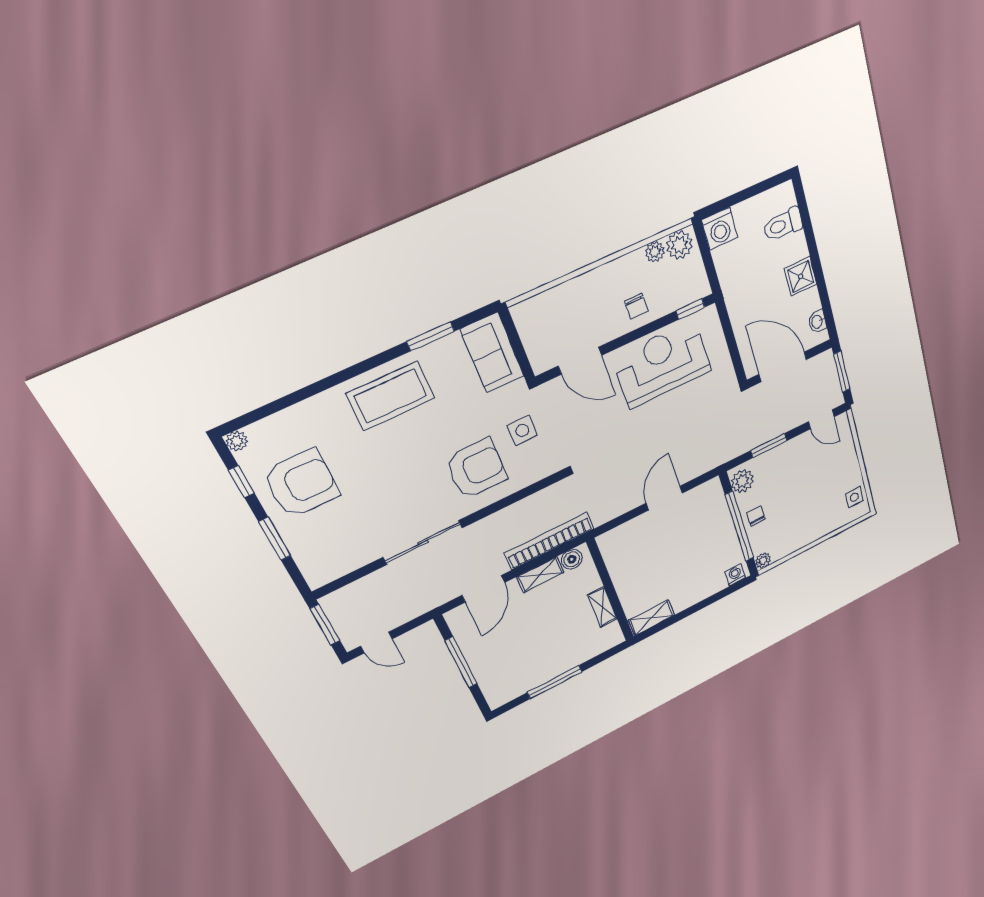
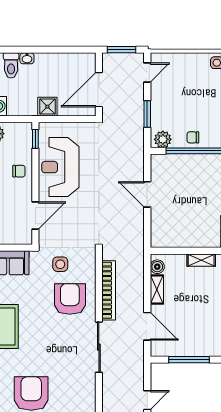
shower: (801, 276) -> (47, 107), moved
washbasin: (817, 322) -> (27, 58), moved
bookcase: (549, 541) -> (109, 290), moved, turned 180

